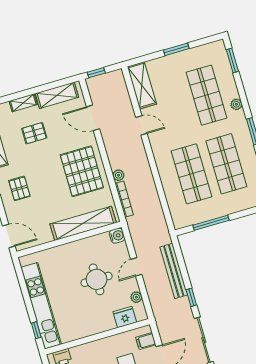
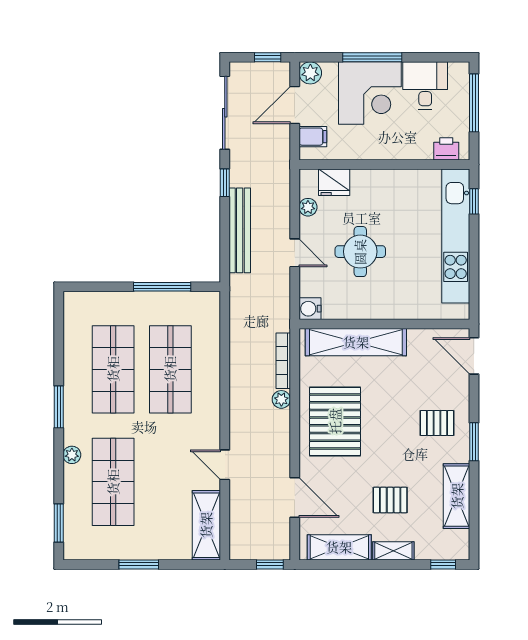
pallet: (19, 188) -> (437, 423), turned 90
door: (136, 267) -> (295, 253), hinge flipped

